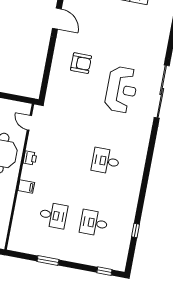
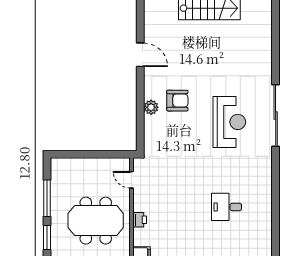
plant: (58, 65) -> (151, 107), added

